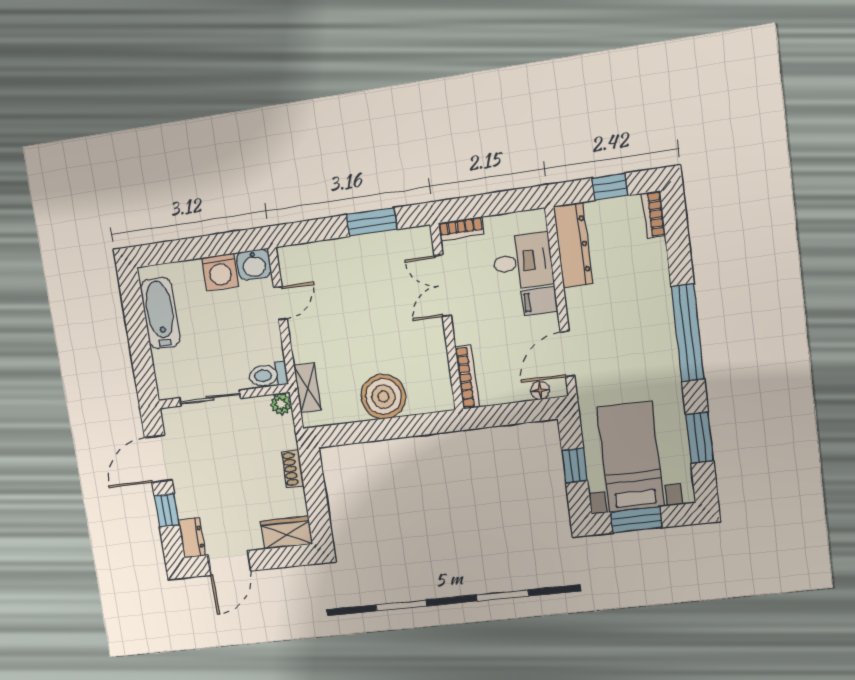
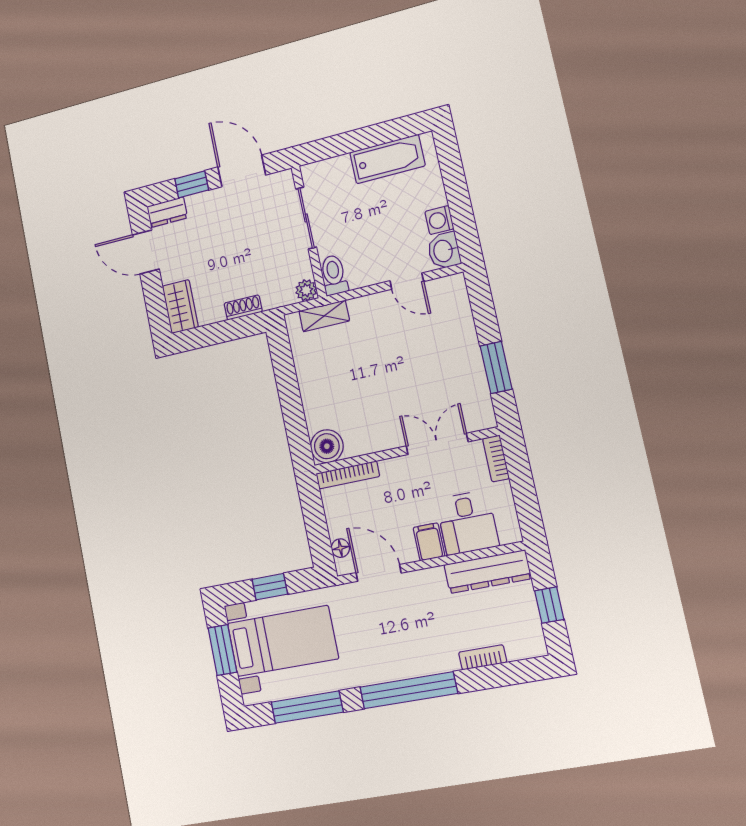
bookcase: (654, 215) -> (483, 657), moved
washing machine: (220, 272) -> (439, 220), width x0.73, depth x0.73
boiler: (383, 396) -> (327, 446), moved, width x0.73, depth x0.73
window: (700, 438) -> (307, 707), width x1.44

